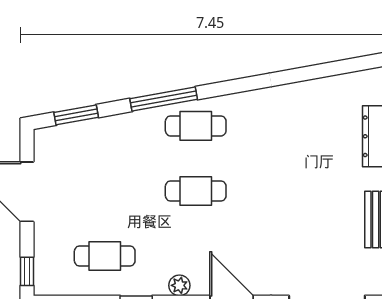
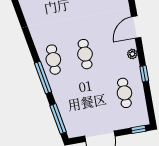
window: (76, 115) -> (58, 119), width x1.44

